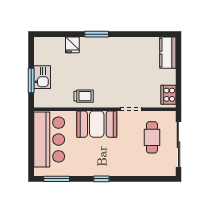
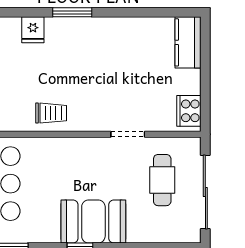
booth: (97, 124) -> (93, 221), moved

